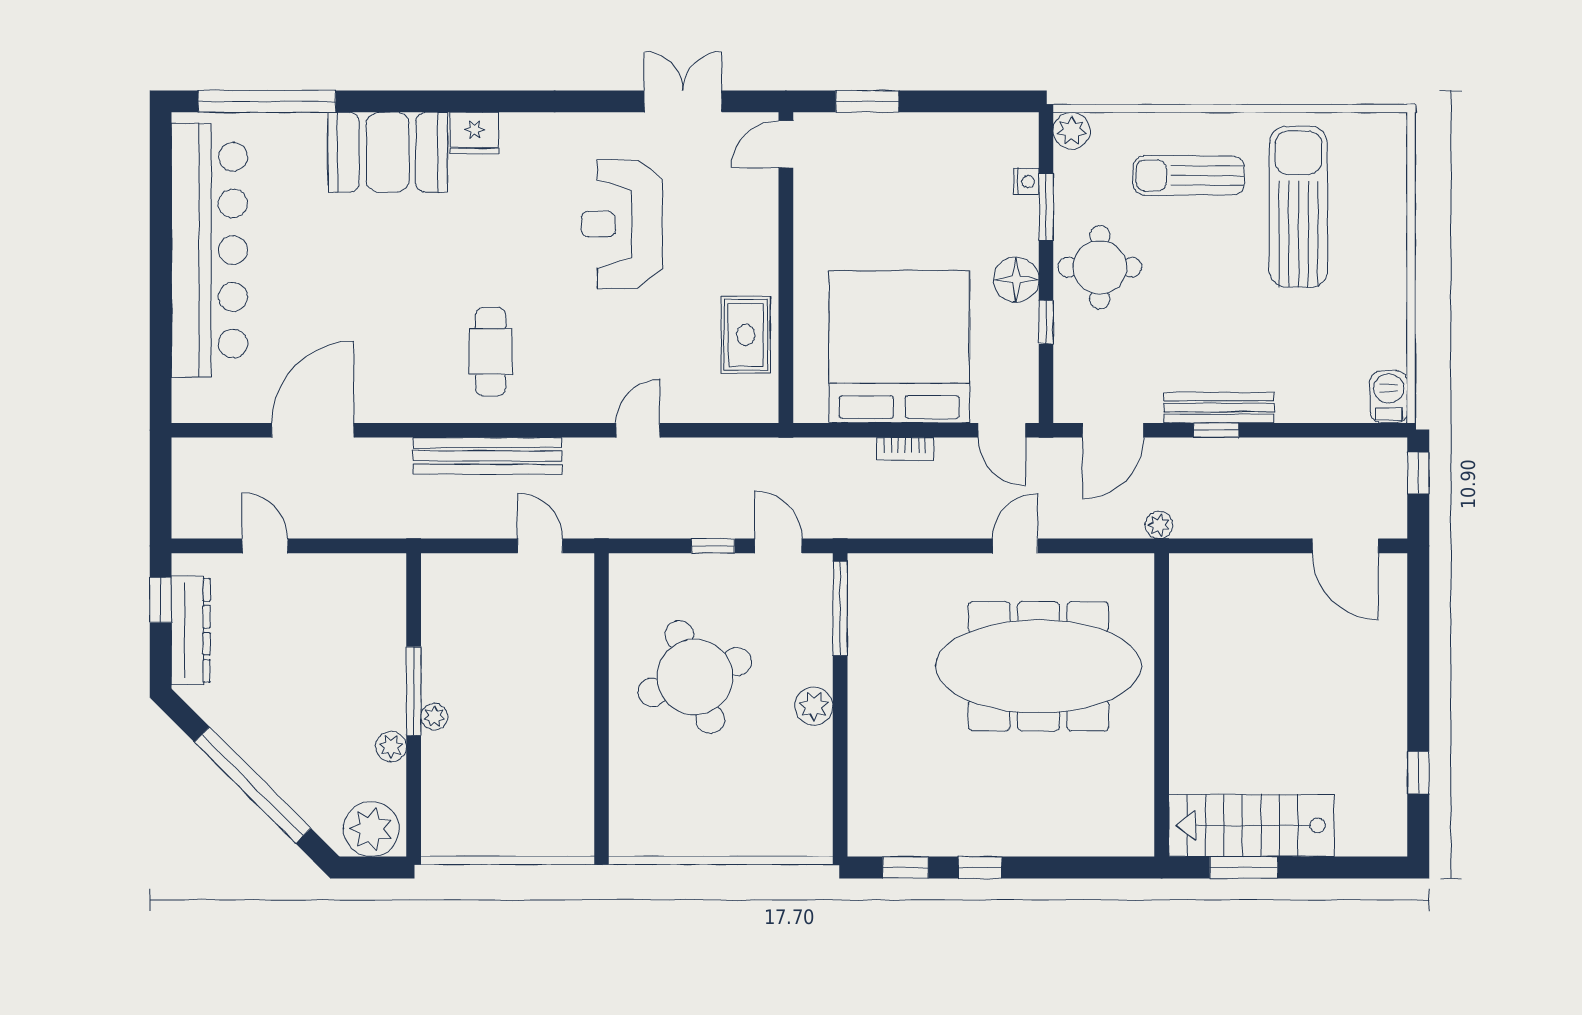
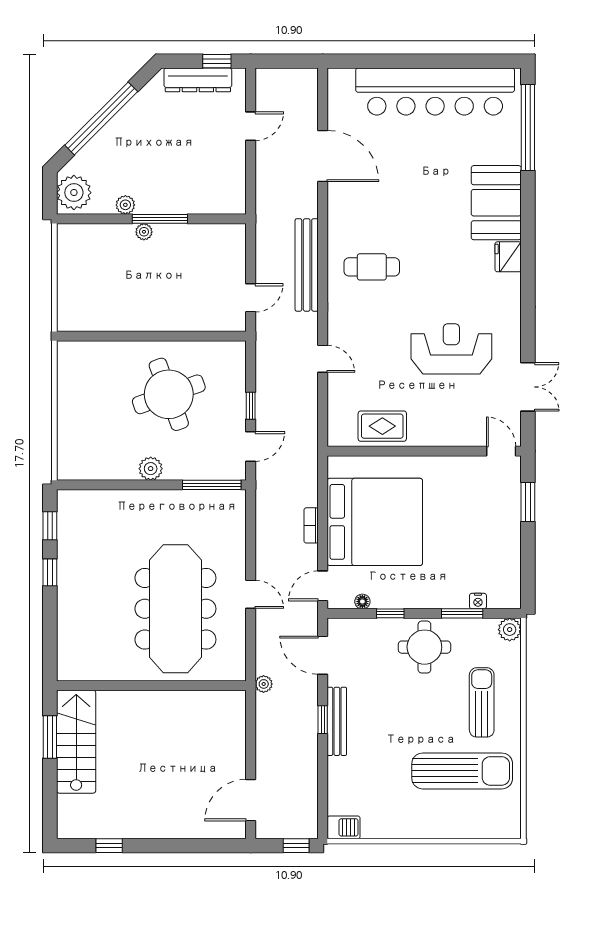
floor lamp: (1016, 280) -> (362, 601), moved, width x0.53, depth x0.53

